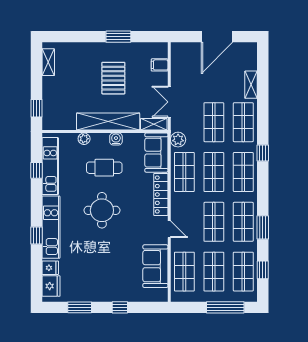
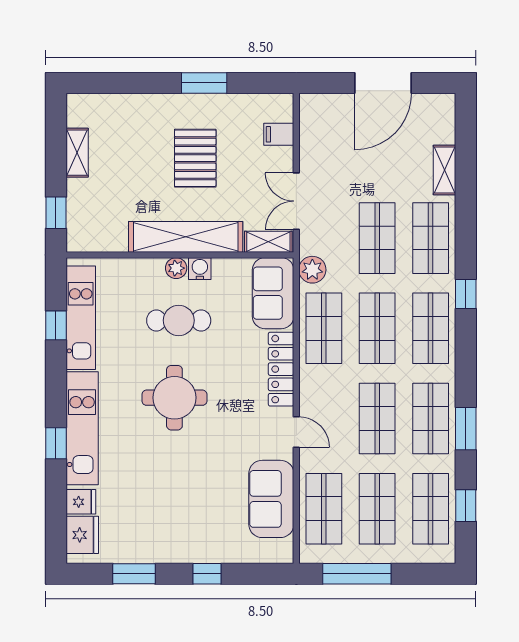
shelving: (48, 62) -> (77, 153), moved
plant: (84, 139) -> (176, 268), moved
window: (225, 307) -> (357, 574), moved

